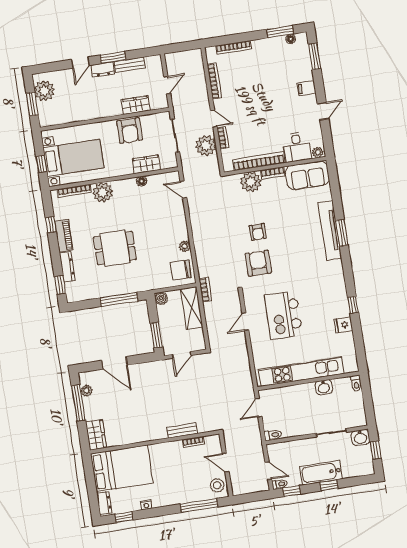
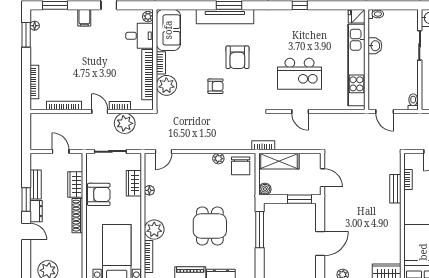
shoe rack: (105, 112) -> (77, 216), added
door: (214, 118) -> (100, 111), hinge flipped
armchair: (258, 263) -> (237, 57), moved, turned -90
fridge: (343, 325) -> (357, 16), moved, turned 90

